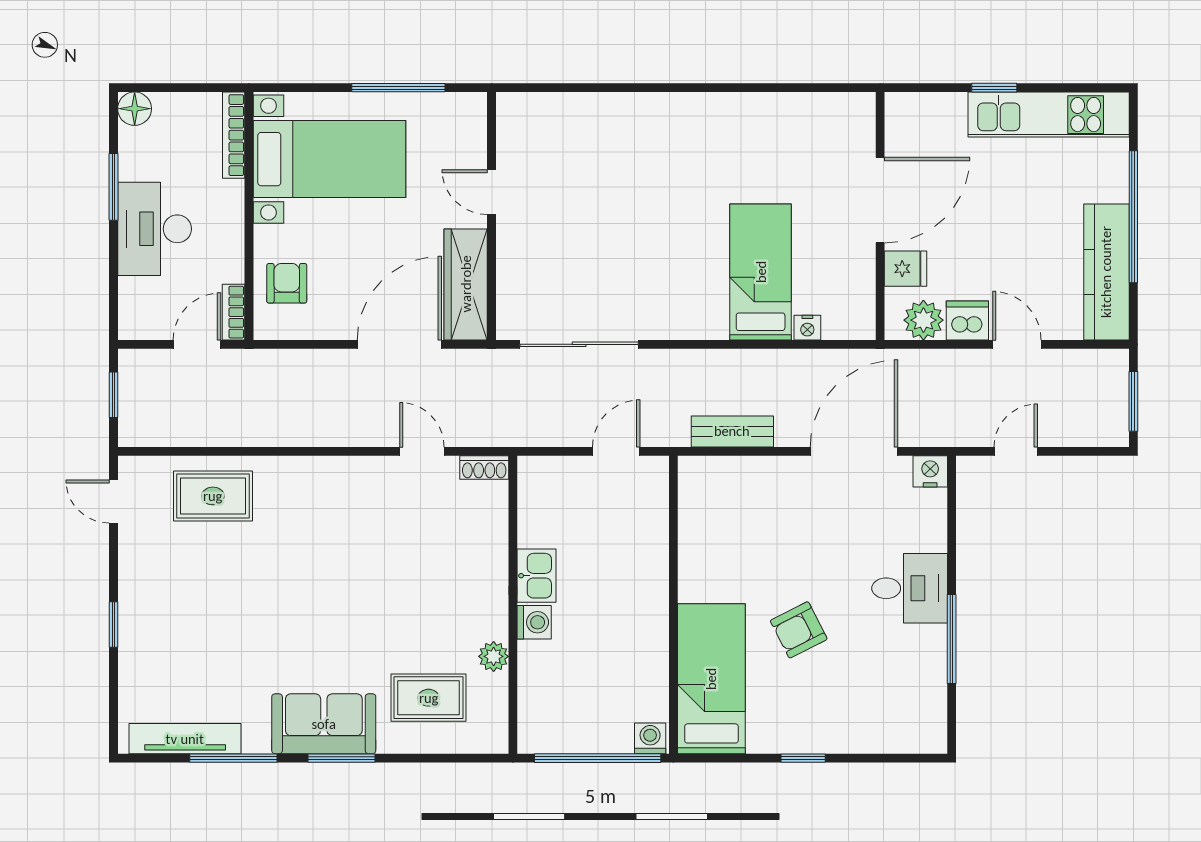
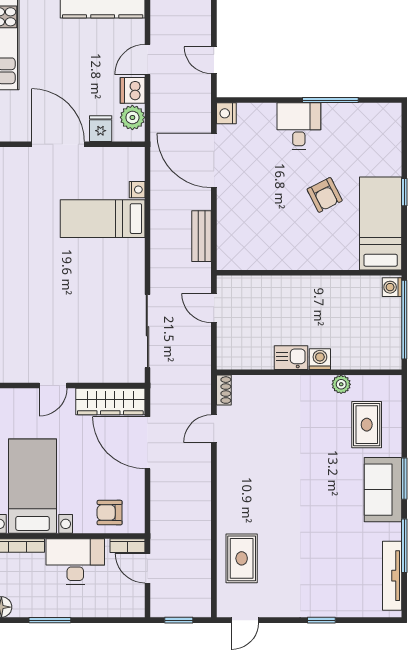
desk: (155, 229) -> (75, 561), moved, turned 180
bed: (711, 679) -> (381, 223), moved, turned 90

